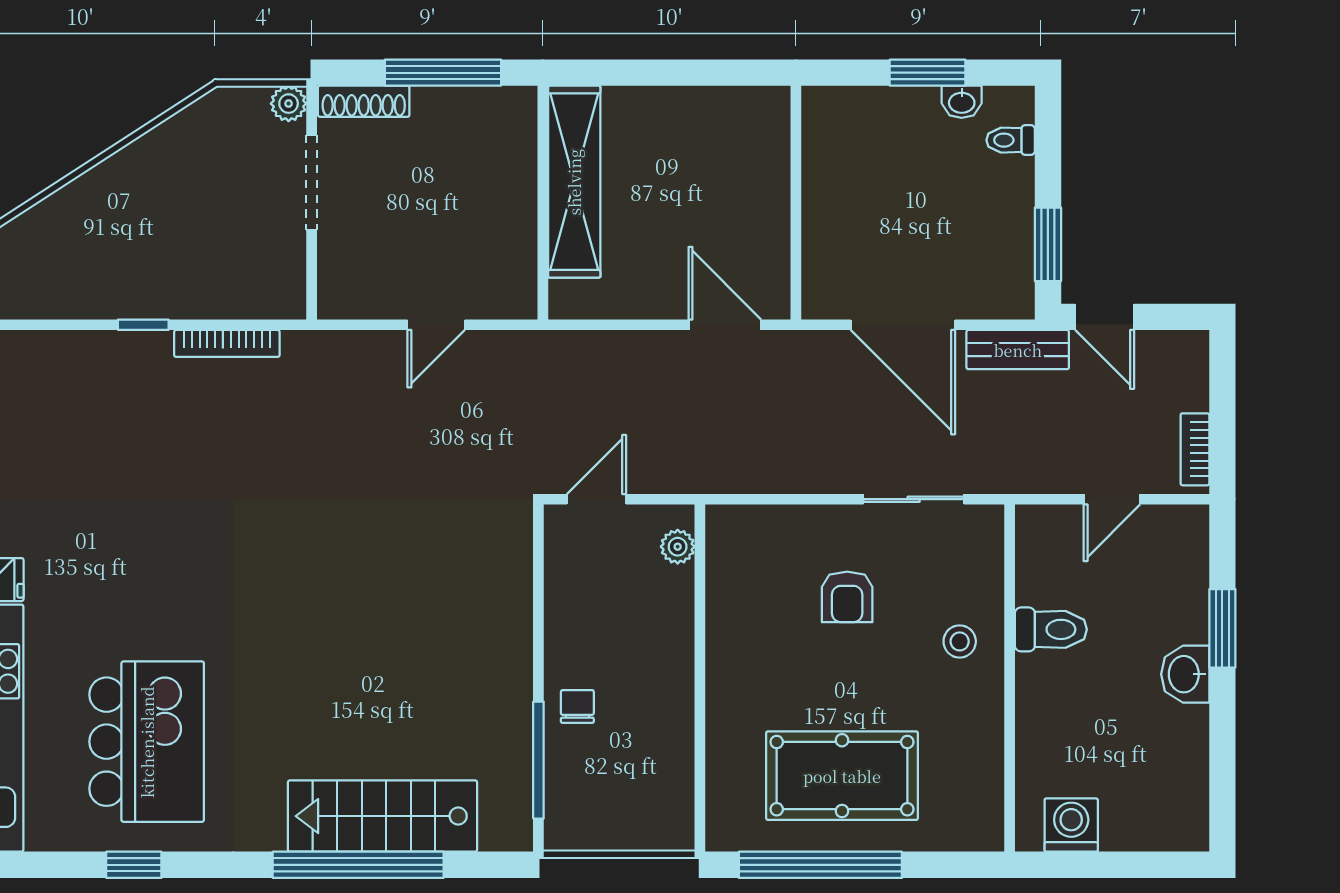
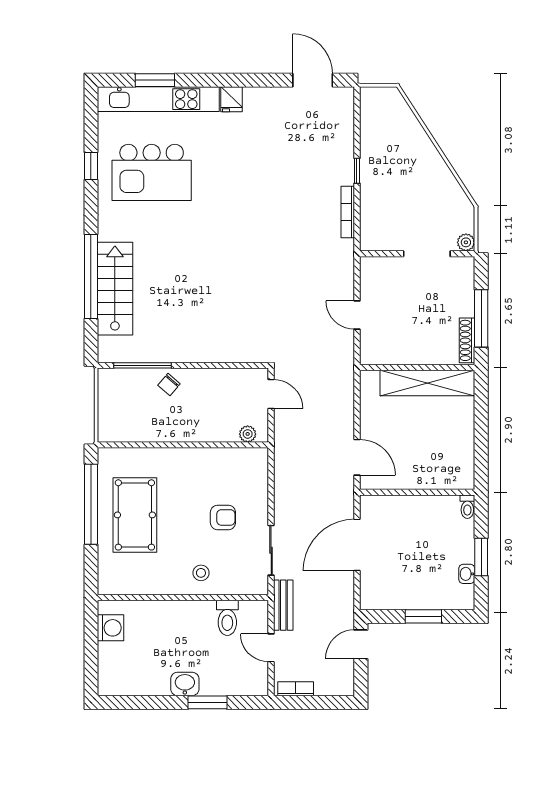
shoe rack: (364, 101) -> (467, 340), moved
toilet: (1011, 140) -> (467, 507), moved, turned 180
window: (1048, 244) -> (423, 616), moved
door: (725, 325) -> (357, 457), hinge flipped
bench: (1018, 350) -> (283, 605), moved
armchair: (847, 597) -> (223, 517), turned 180
toilet: (1051, 629) -> (227, 618), moved
chair: (577, 706) -> (169, 385), turned 131

